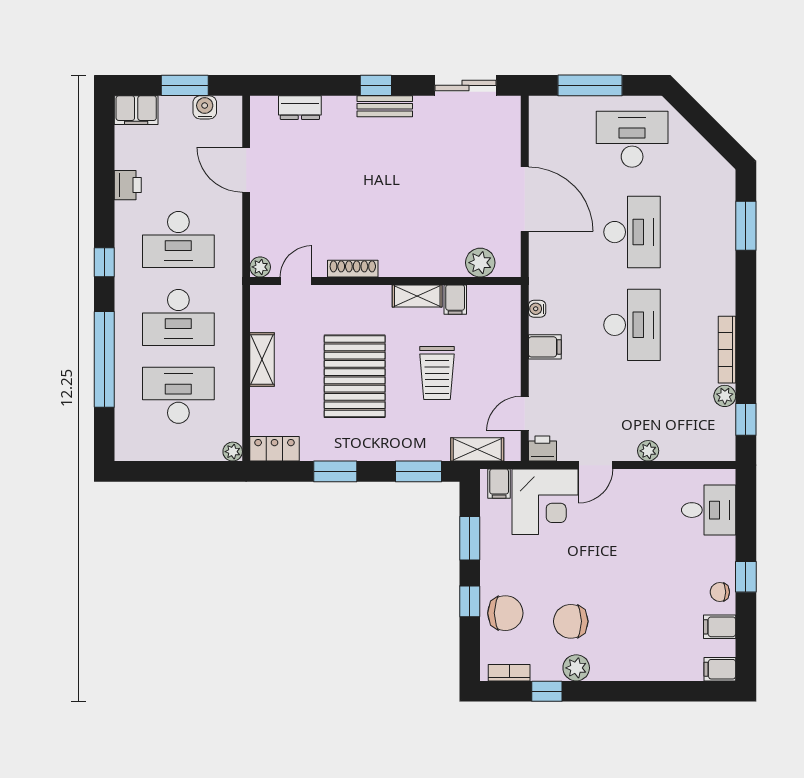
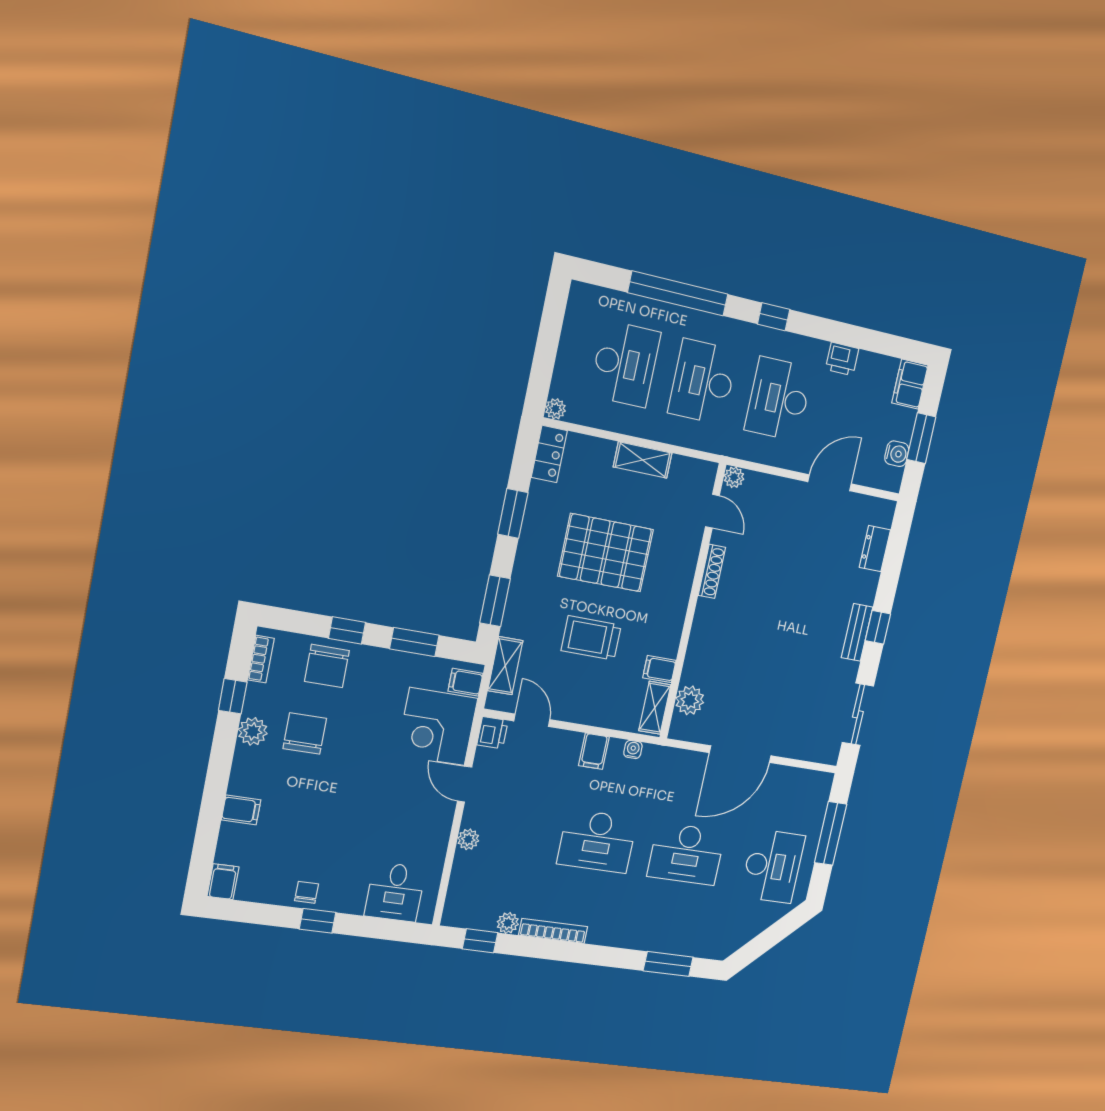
shelving: (417, 296) -> (655, 708), moved
filing cabinet: (720, 627) -> (241, 810), moved, turned 90

